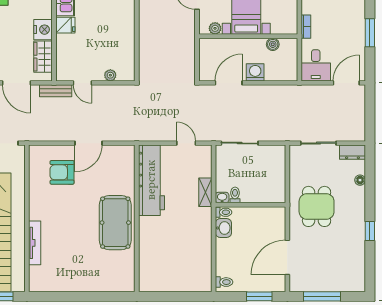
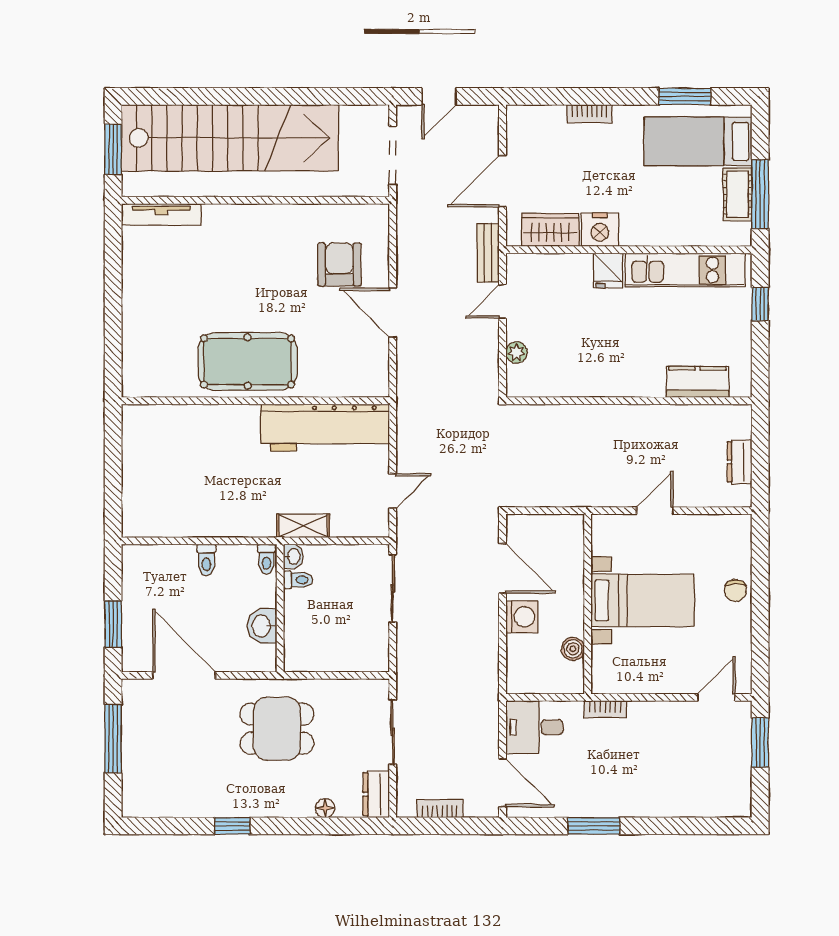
plant: (215, 28) -> (602, 543), removed
bookcase: (360, 117) -> (440, 809), added
washbasin: (223, 228) -> (262, 626), moved, turned 90
tv unit: (35, 243) -> (161, 214), moved
toilet: (224, 282) -> (206, 560), moved

